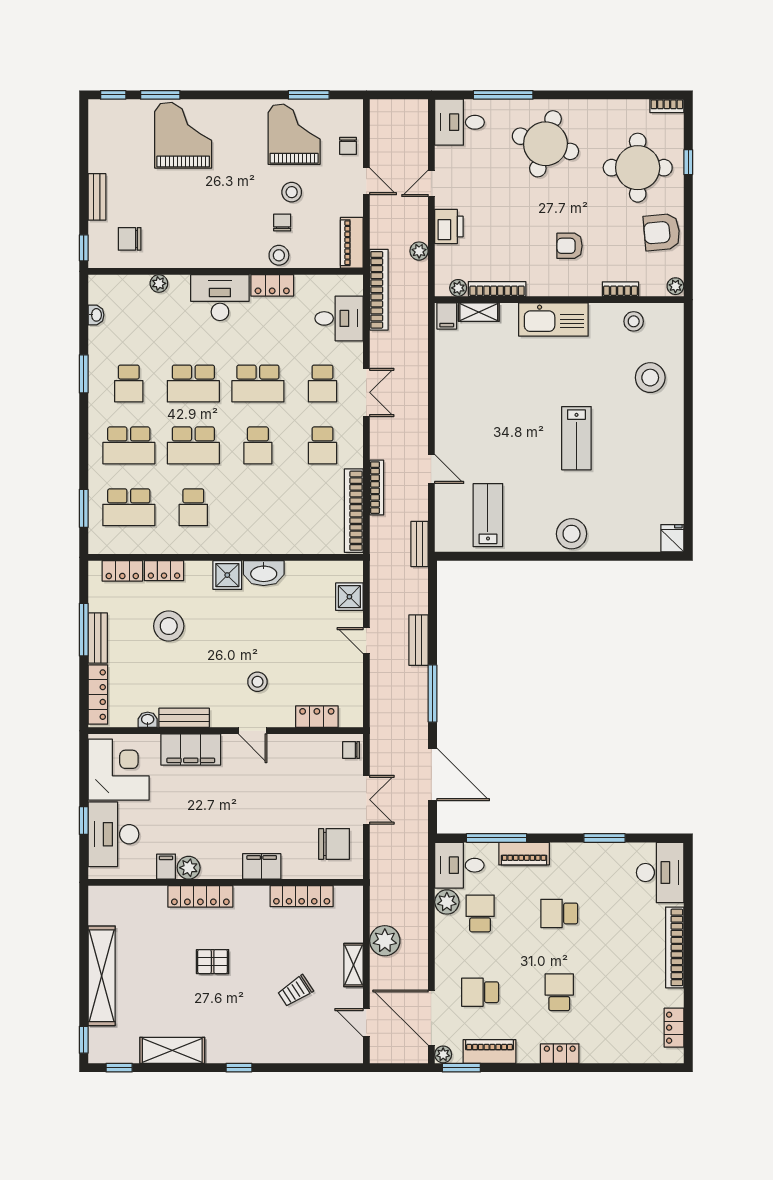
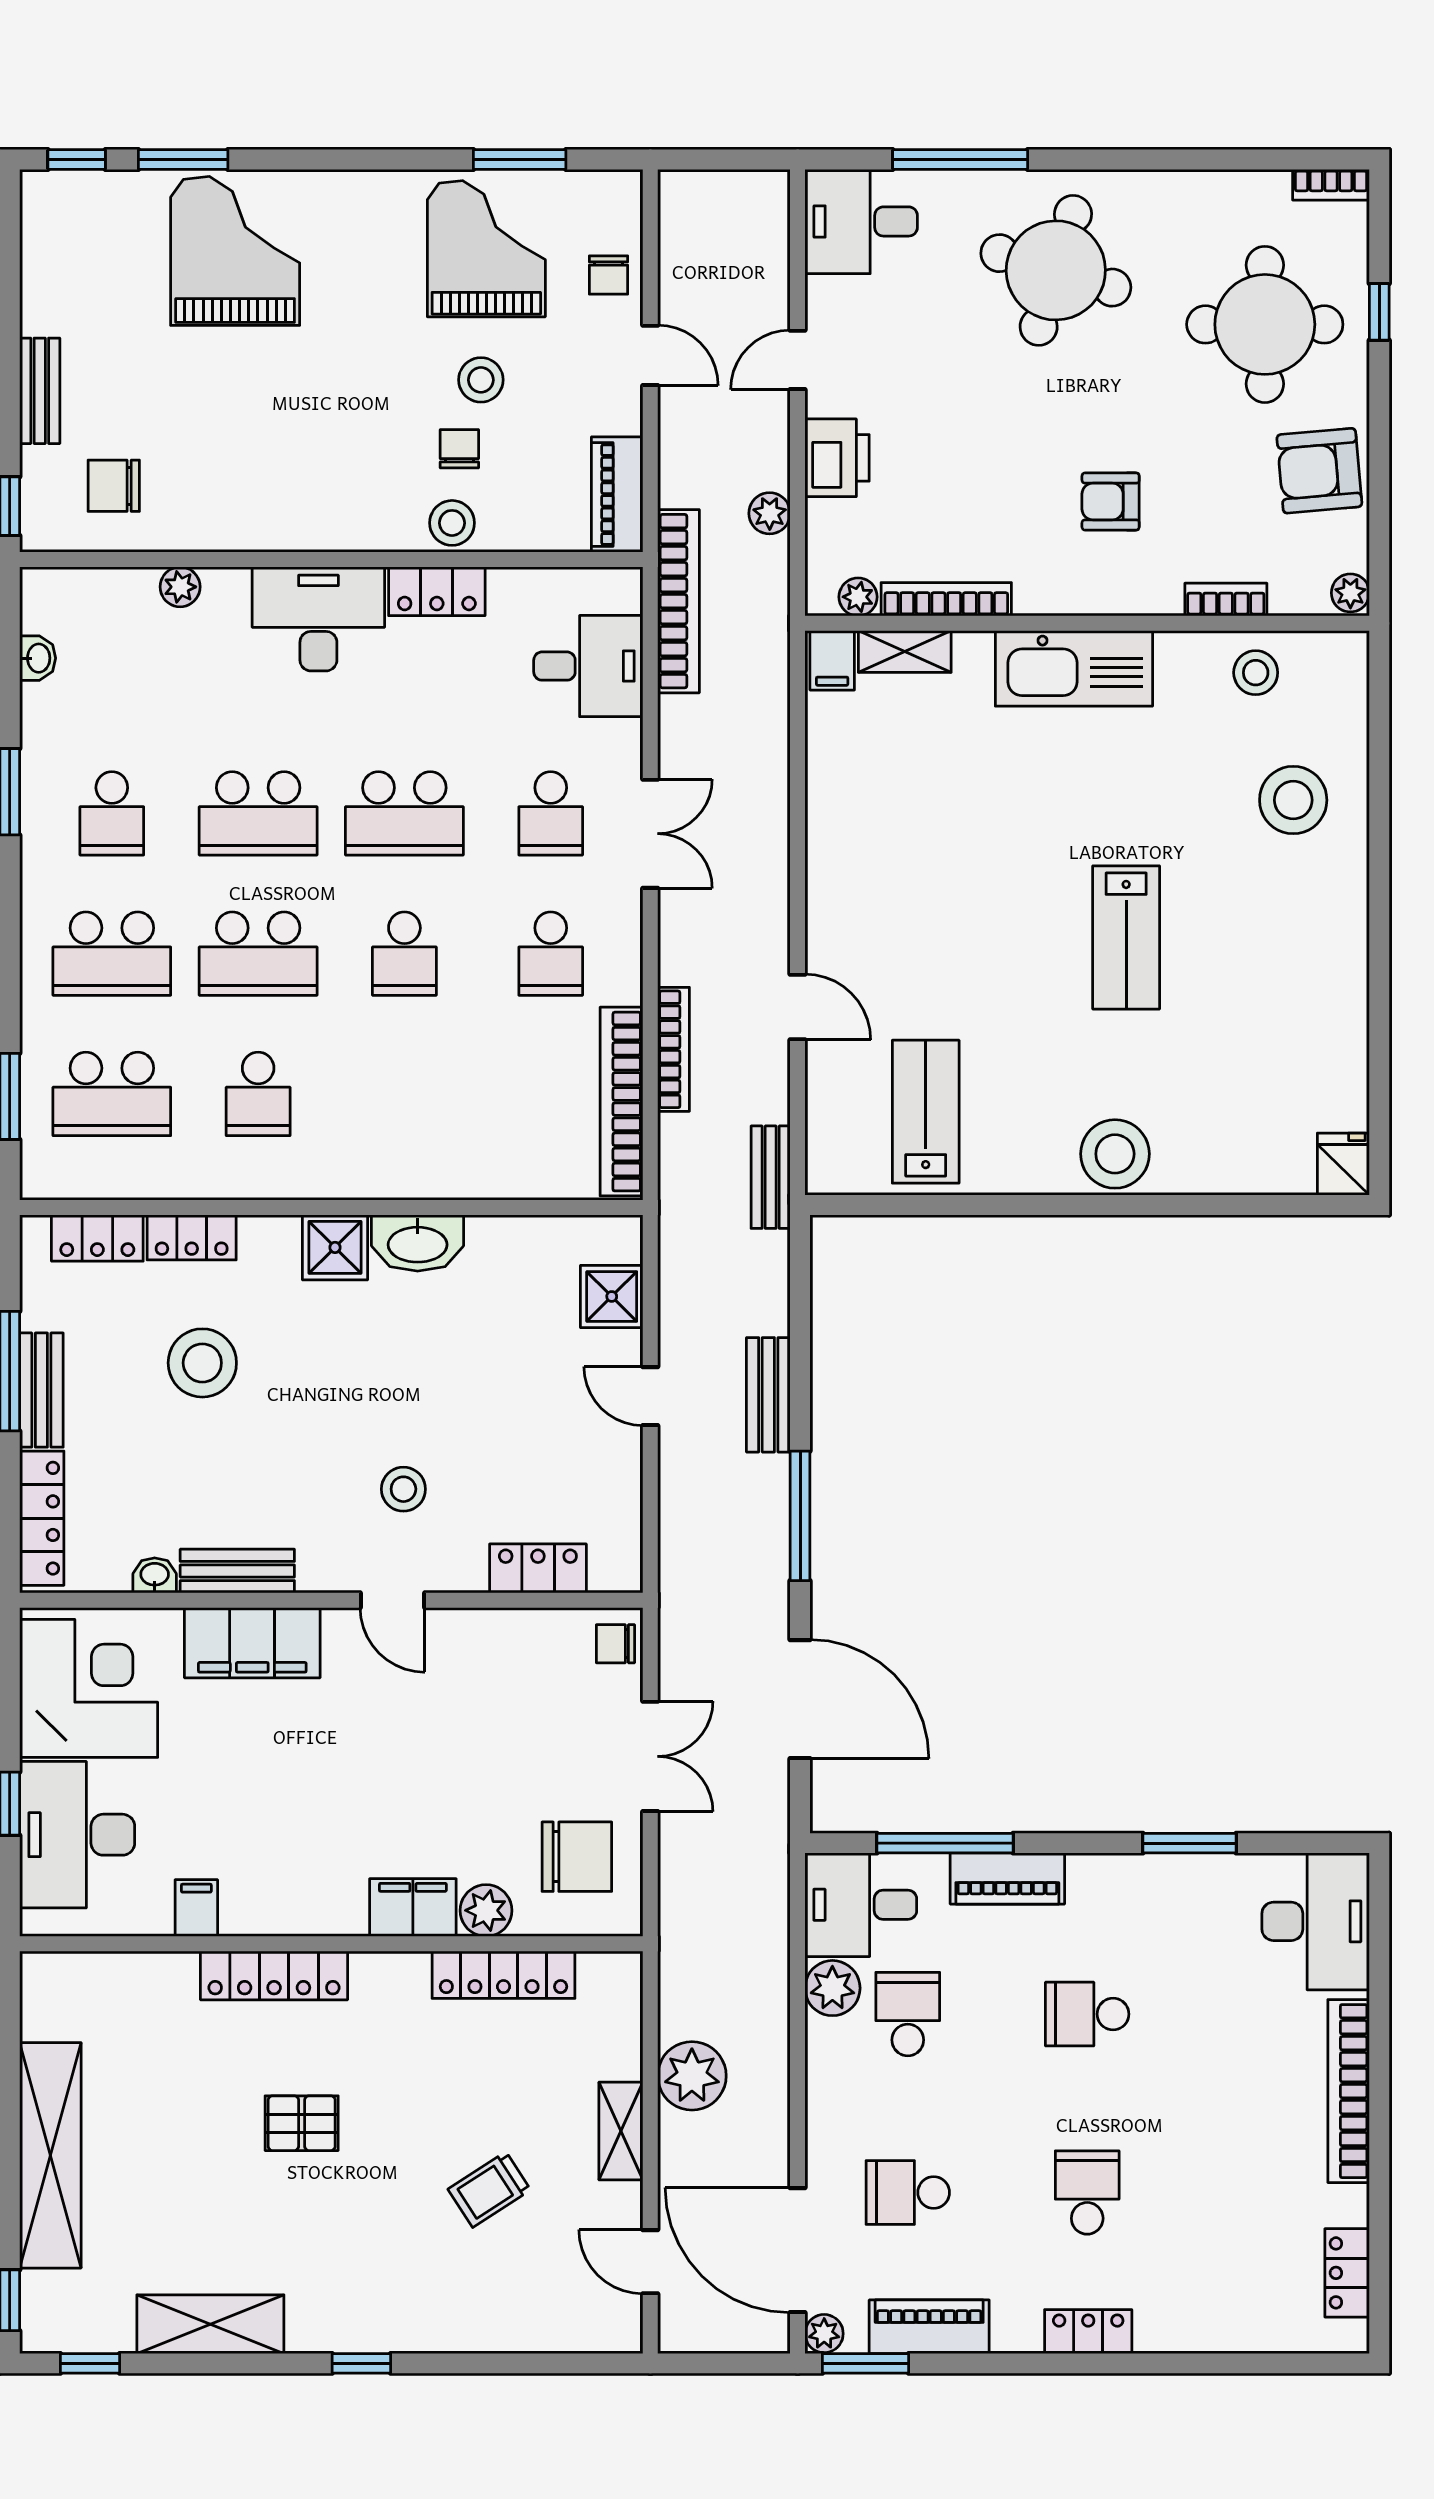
plant: (189, 868) -> (486, 1910), moved

